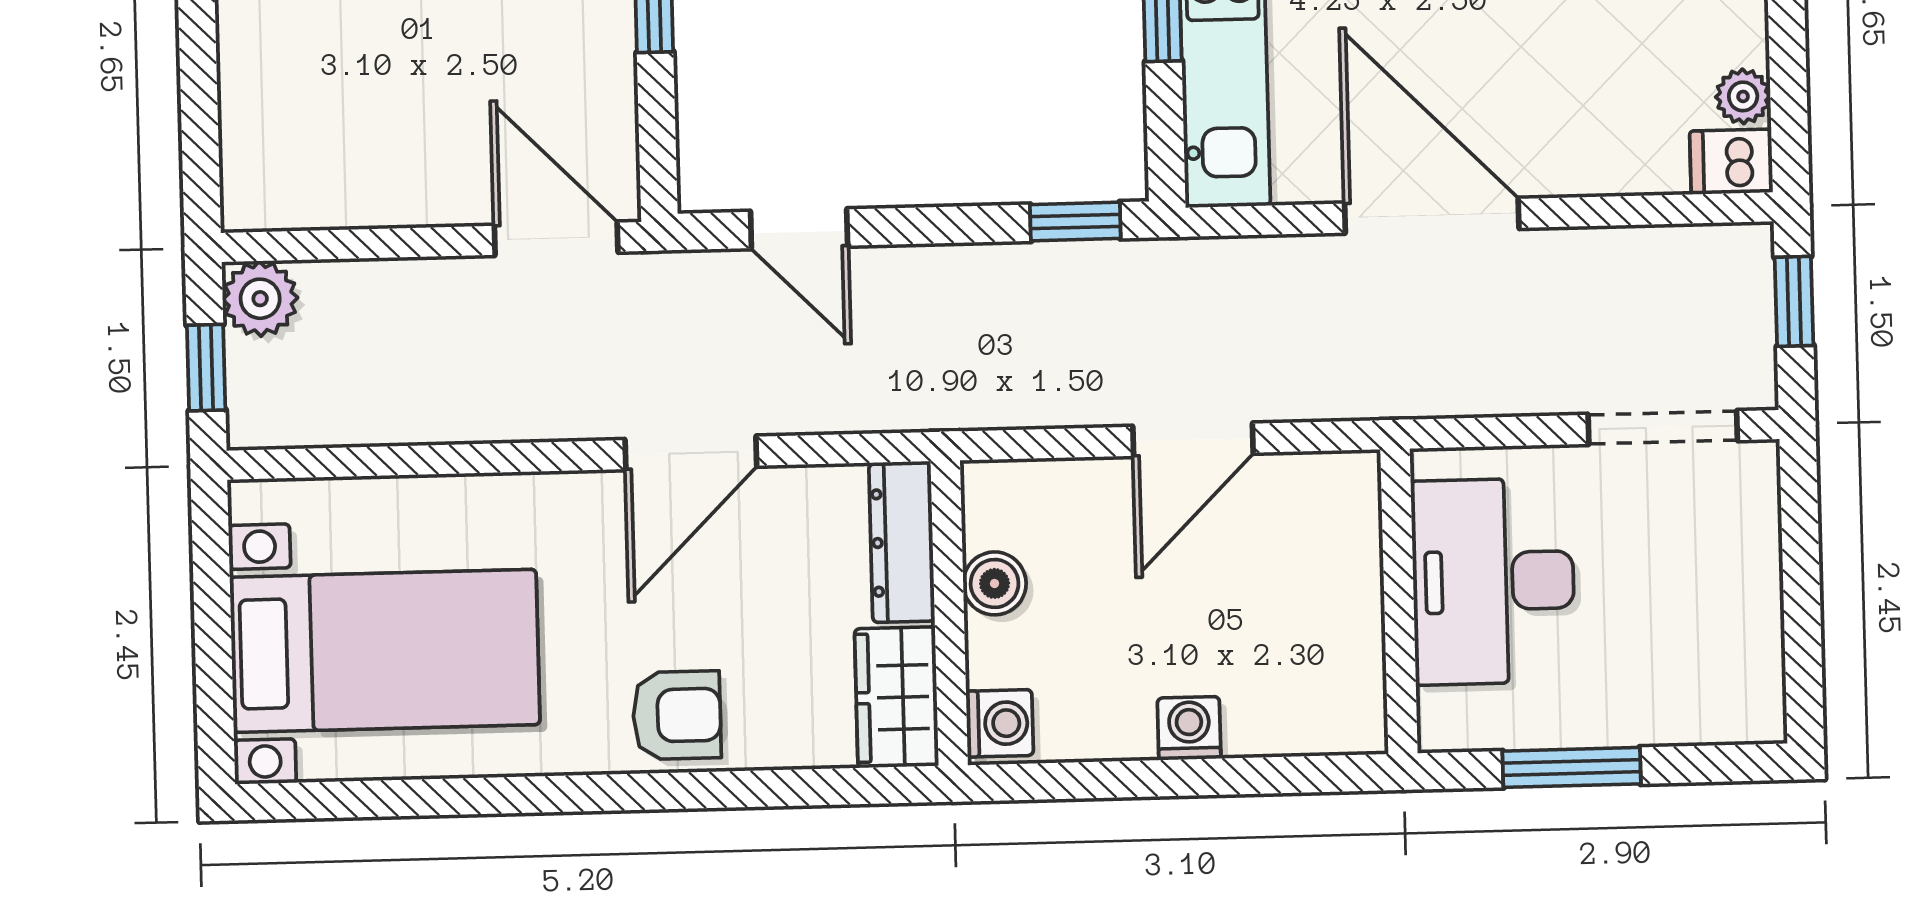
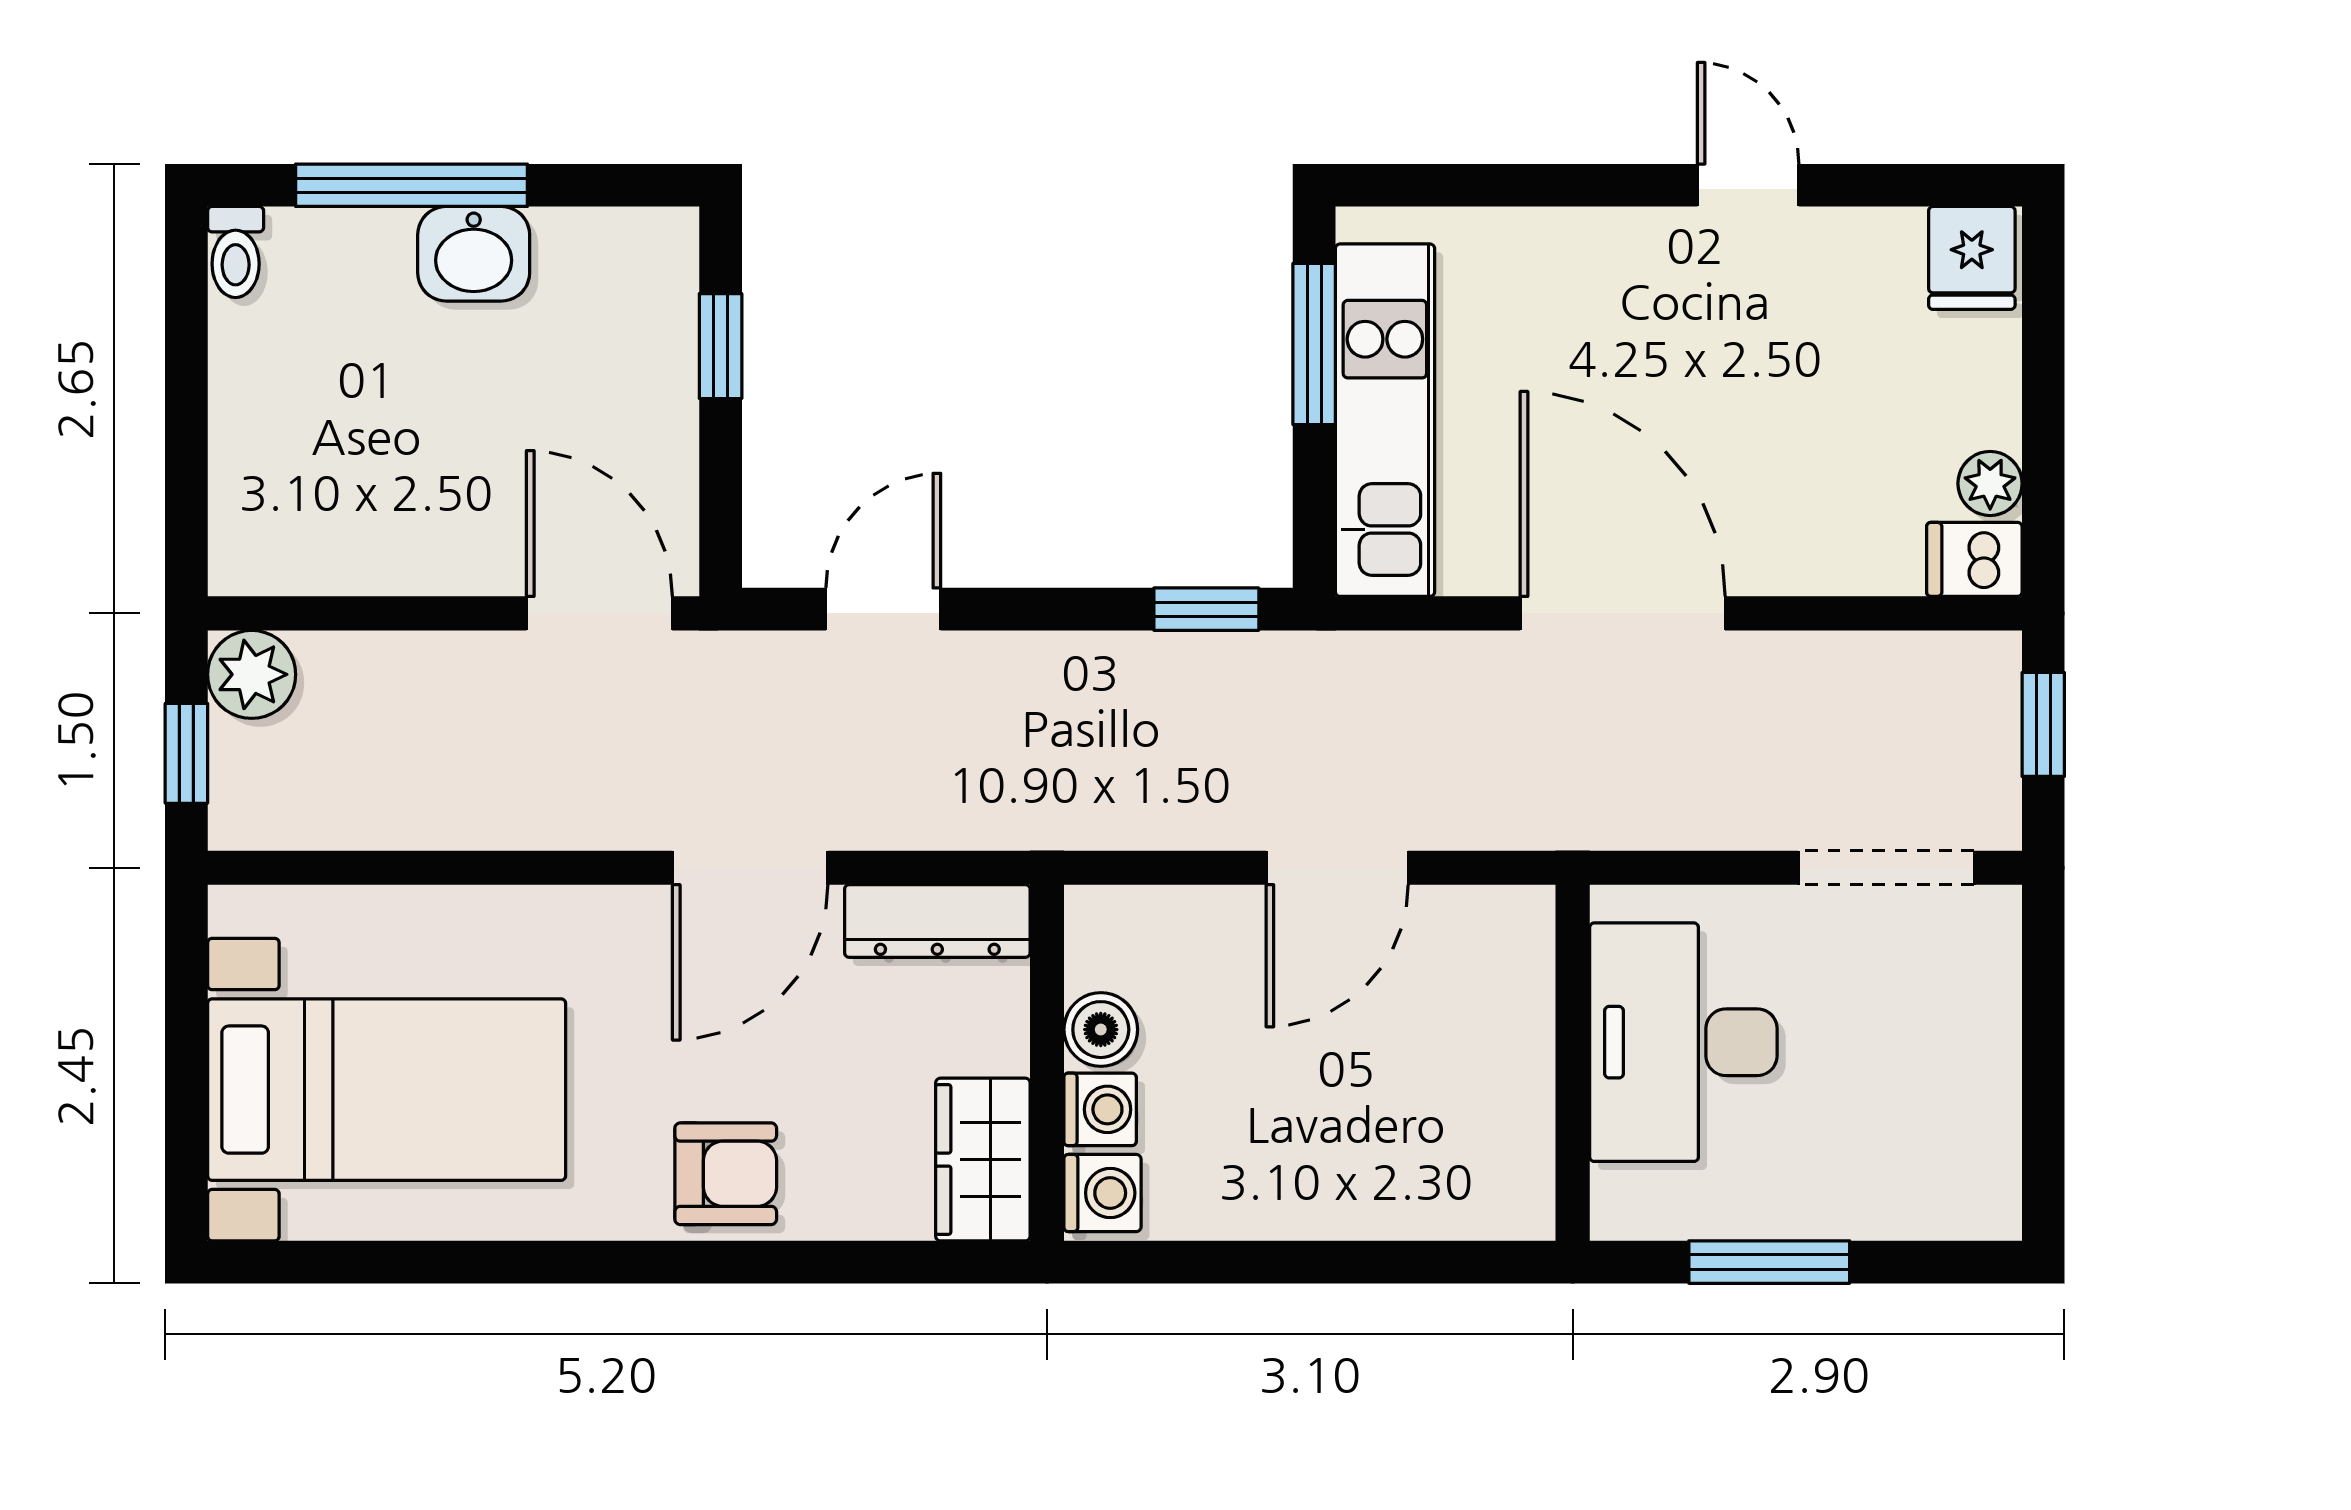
door: (799, 229) -> (883, 609), swing flipped
dresser: (902, 542) -> (937, 921), moved, turned -90
washing machine: (1189, 728) -> (1100, 1109), moved, turned 90

